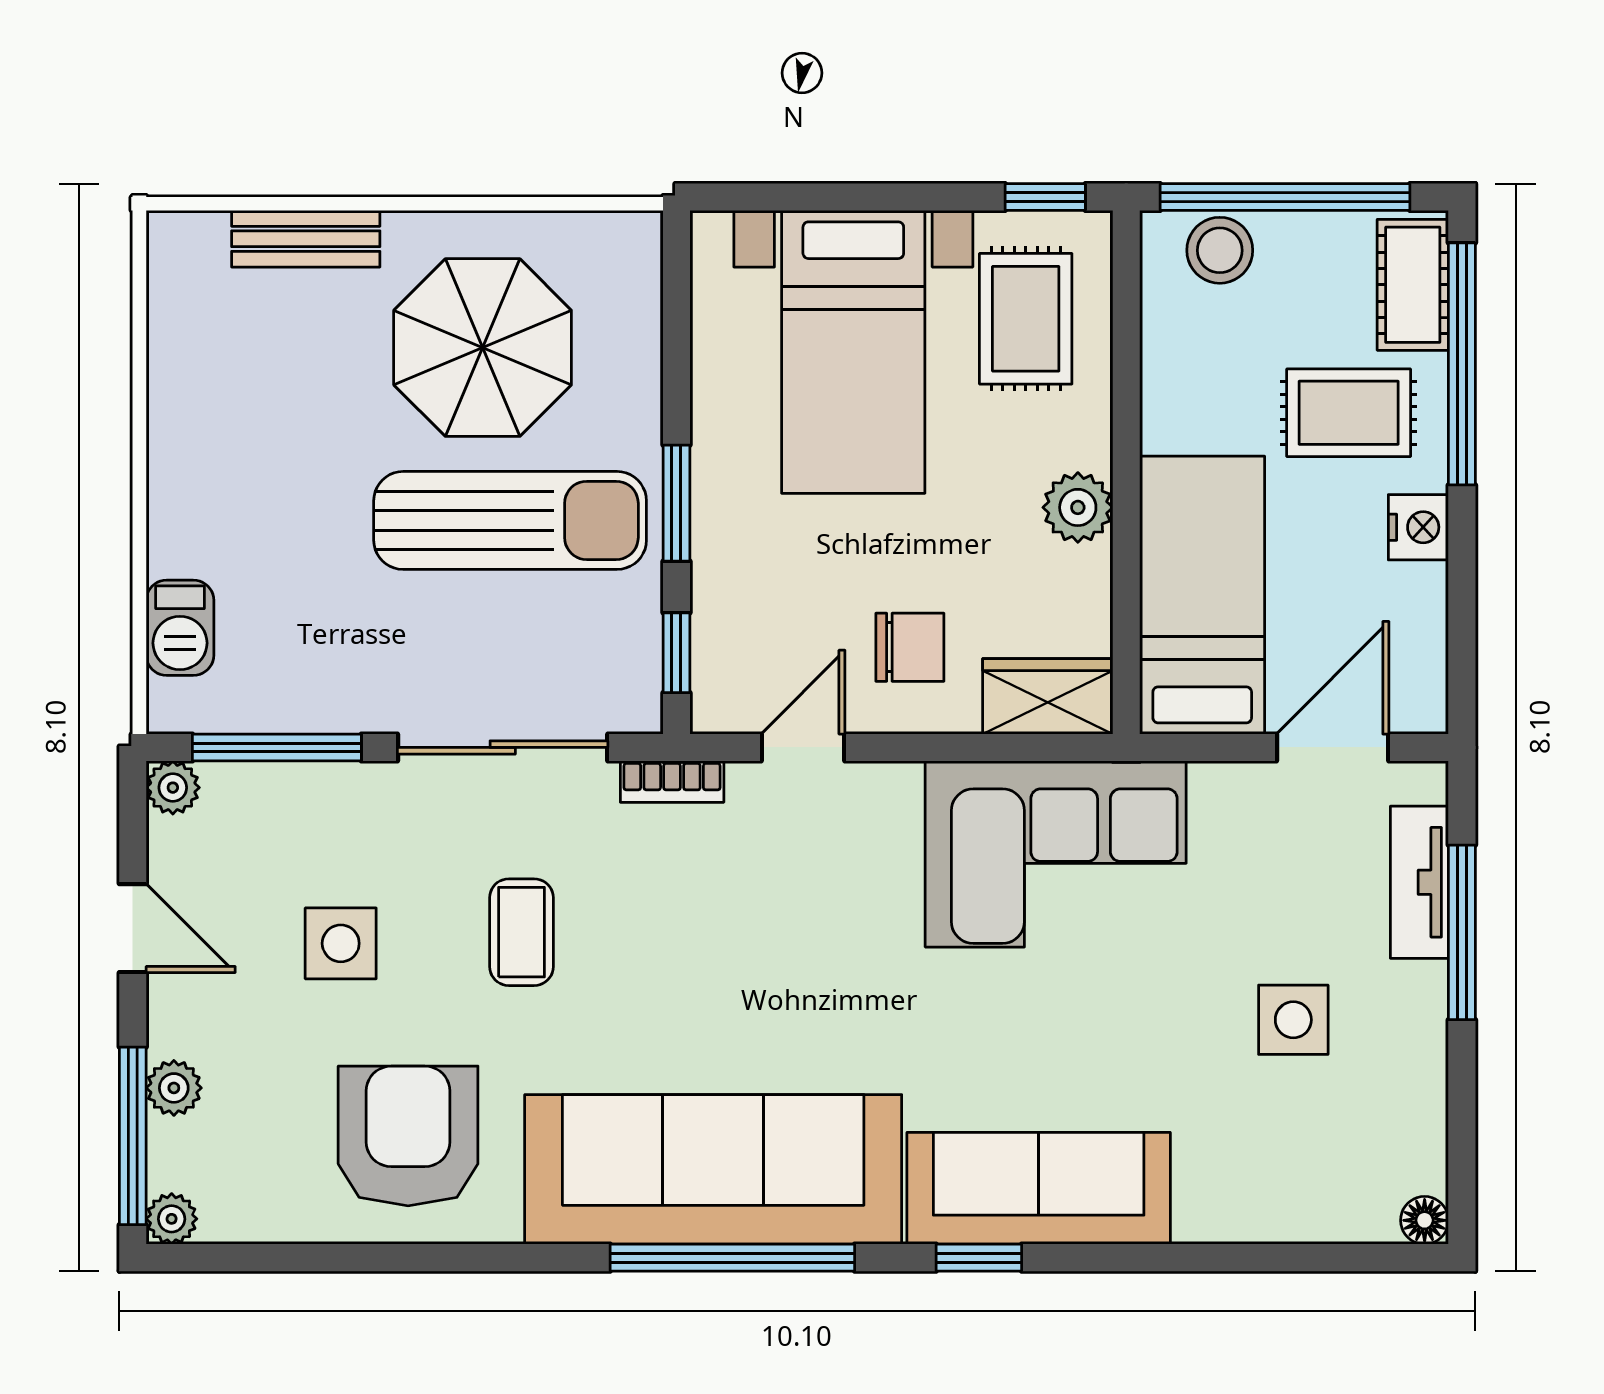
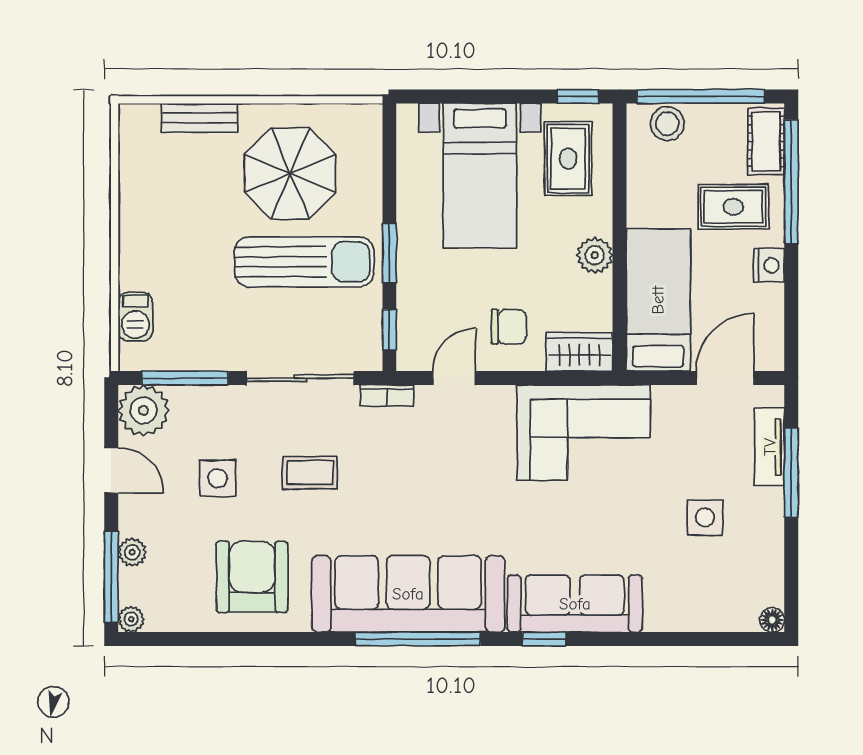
plant: (173, 788) -> (144, 410), width x1.87, depth x1.87
coffee table: (521, 932) -> (310, 473), turned 90

